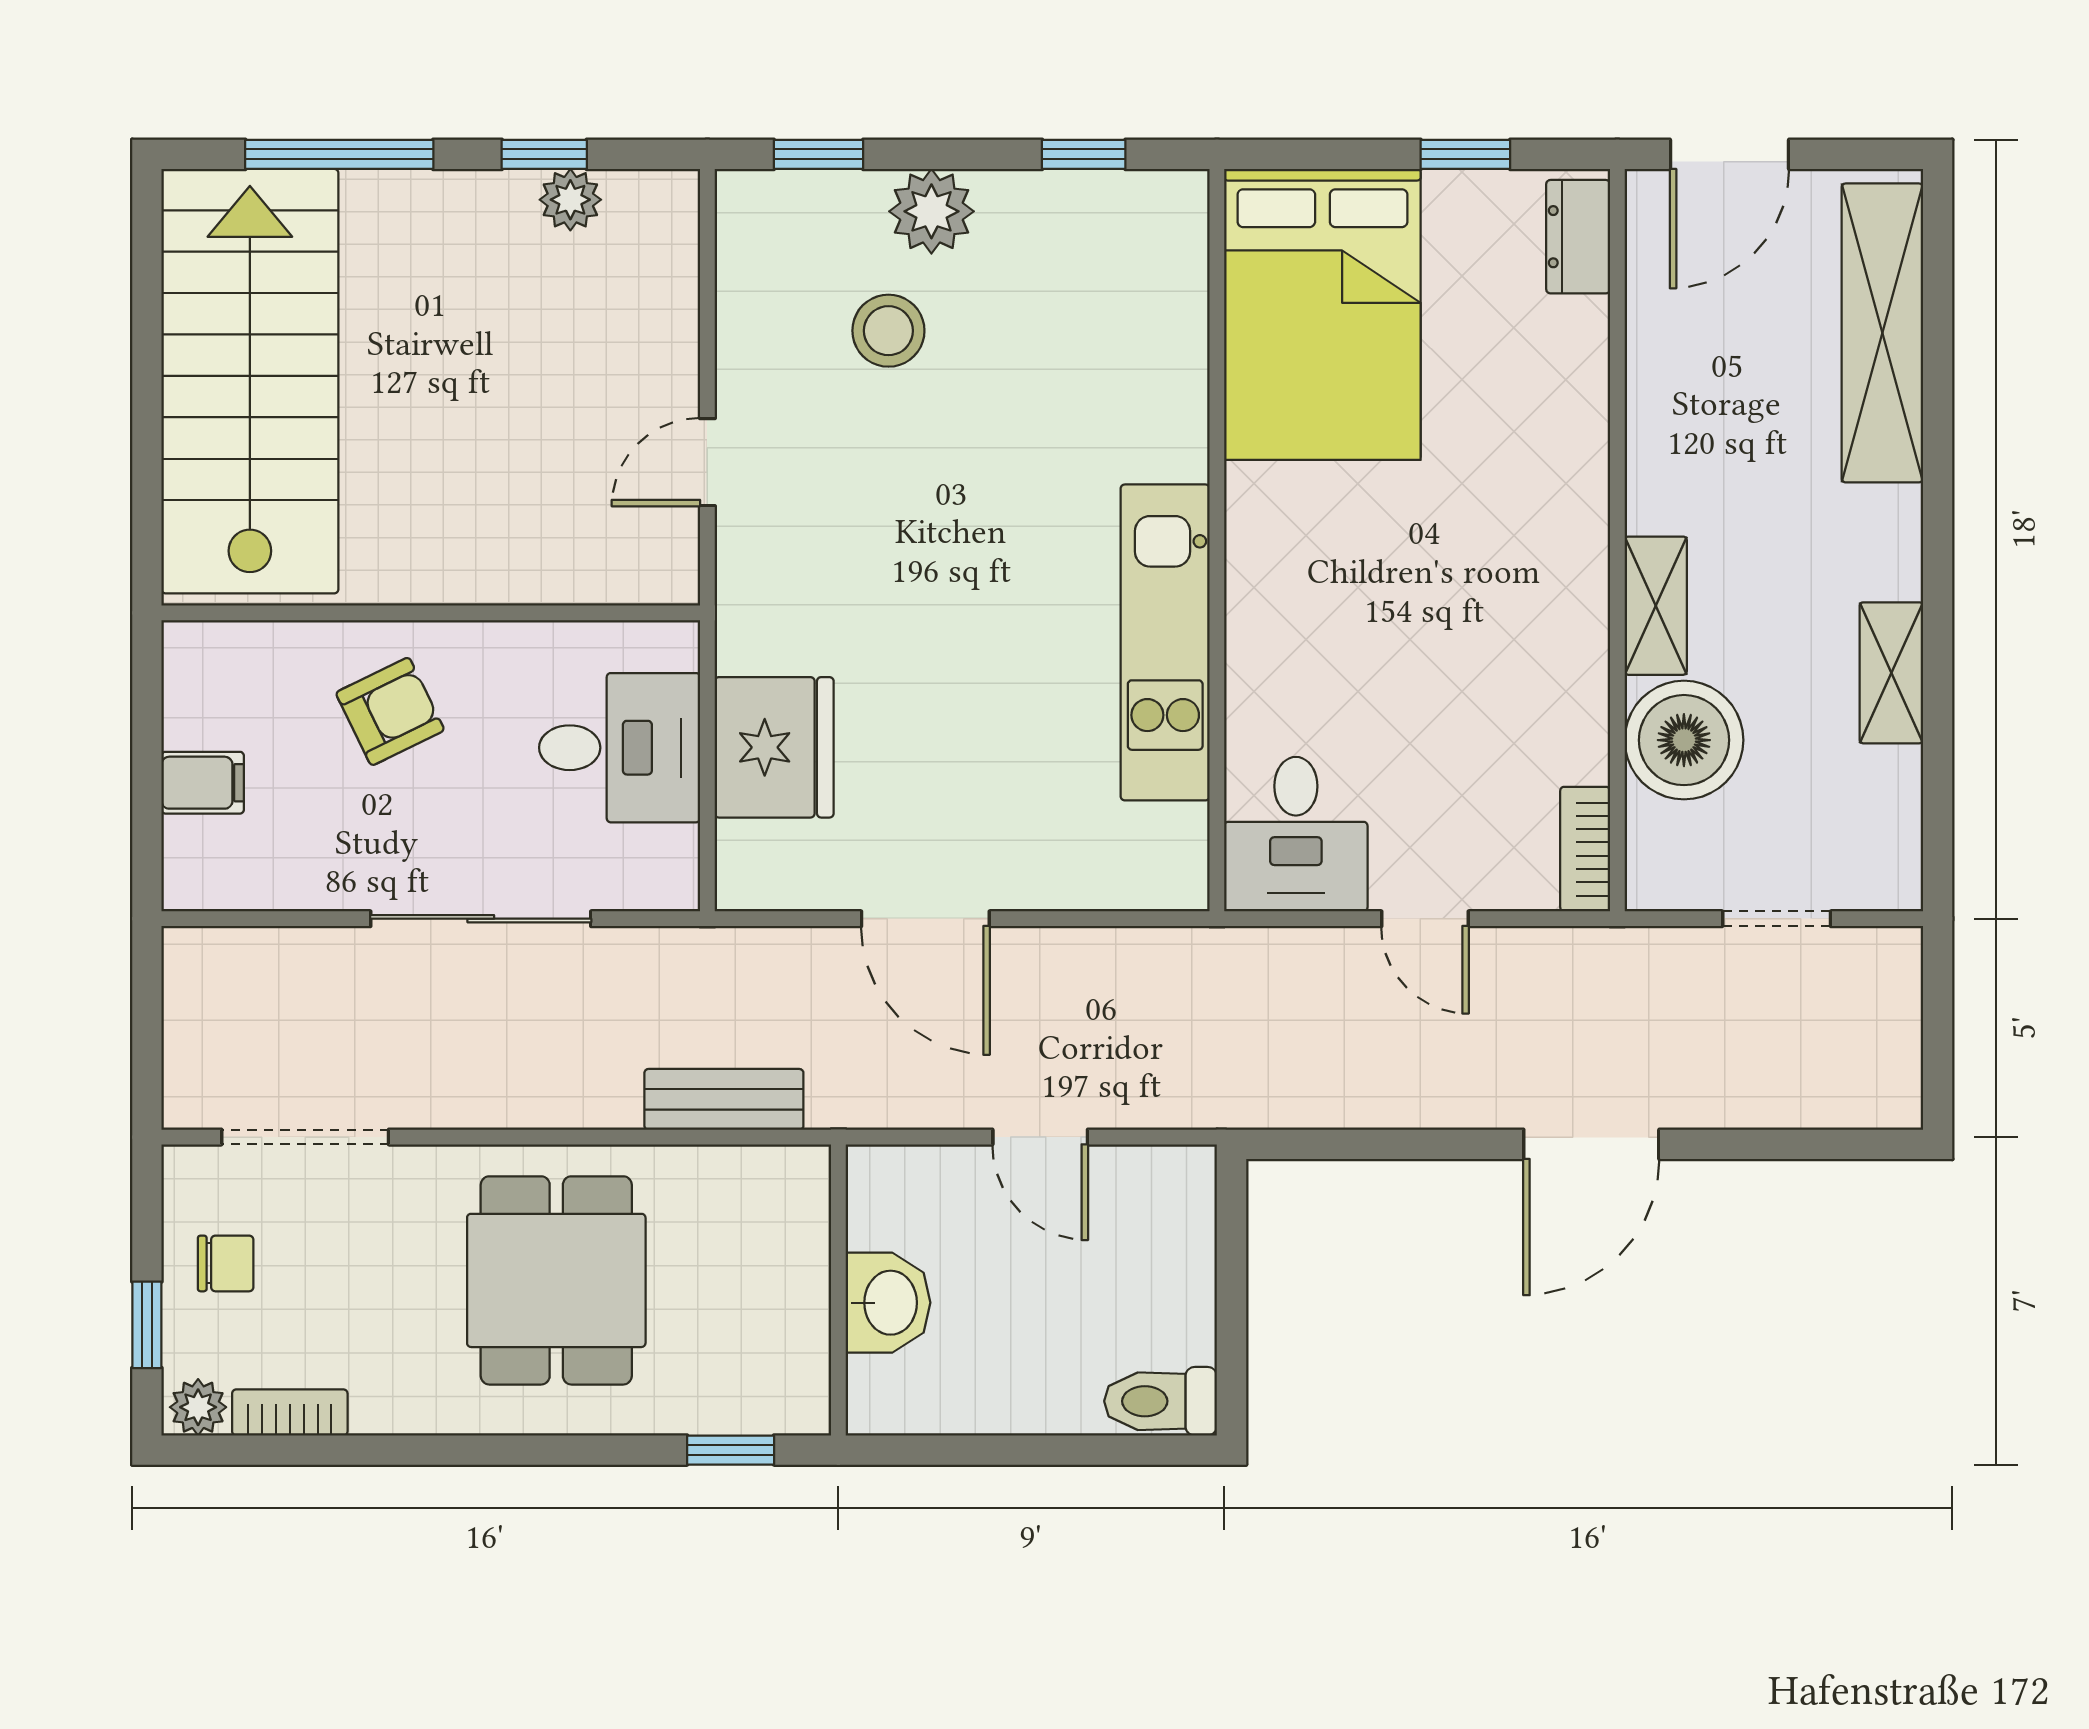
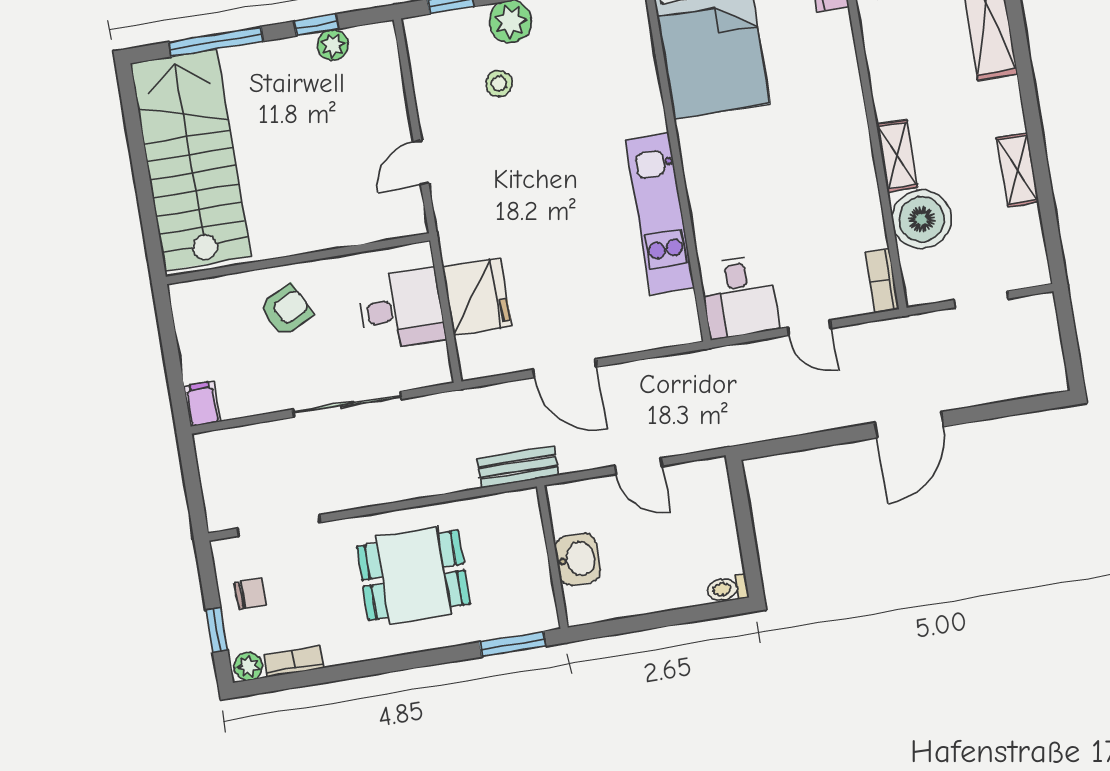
stool: (888, 331) -> (499, 83), width x0.73, depth x0.73
filing cabinet: (203, 783) -> (202, 404), moved, turned -90
bench: (724, 1099) -> (518, 467), moved
dining table: (556, 1280) -> (413, 575), turned 90
toilet: (1161, 1401) -> (727, 589), width x0.73, depth x0.72
window: (731, 1450) -> (513, 644), width x1.50

